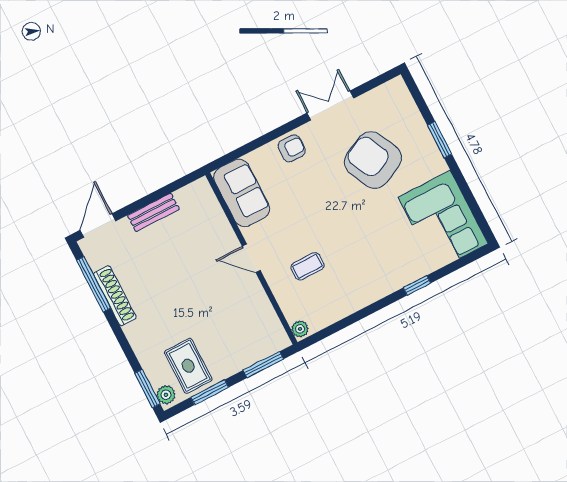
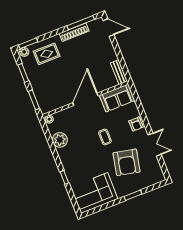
armchair: (373, 160) -> (127, 162), turned 128
bench: (153, 212) -> (119, 72), moved
door: (251, 258) -> (85, 99), width x1.87
coffee table: (308, 266) -> (105, 137), moved
plant: (340, 303) -> (60, 140), added
rug: (188, 366) -> (47, 54), moved

